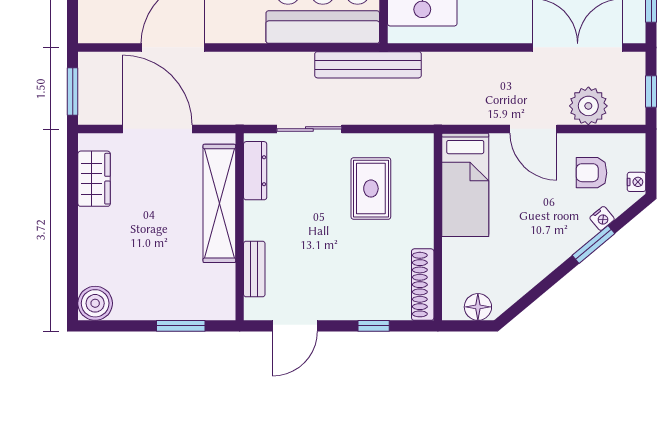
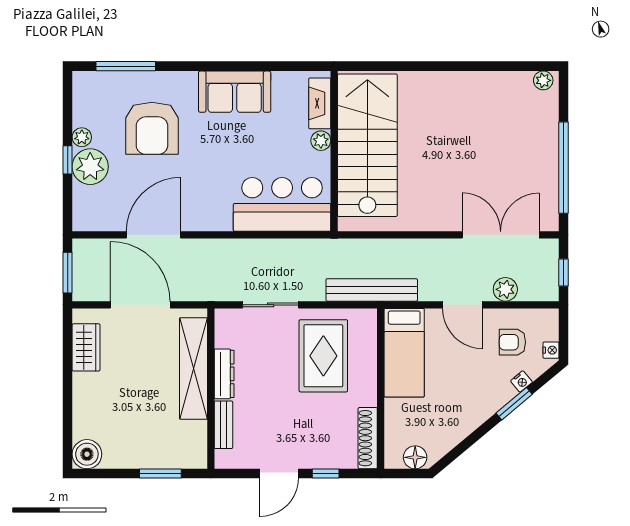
bench: (368, 65) -> (372, 290), moved
plant: (588, 106) -> (505, 289), width x0.73, depth x0.73
dresser: (255, 171) -> (224, 374), moved
rug: (371, 189) -> (323, 356), width x1.36, depth x1.43
door: (295, 326) -> (279, 474), moved

